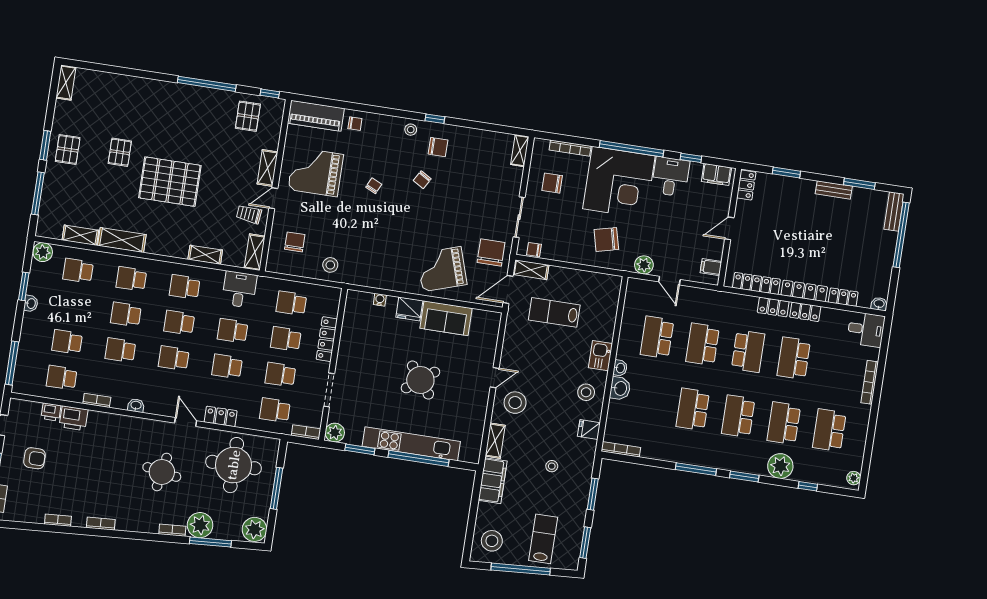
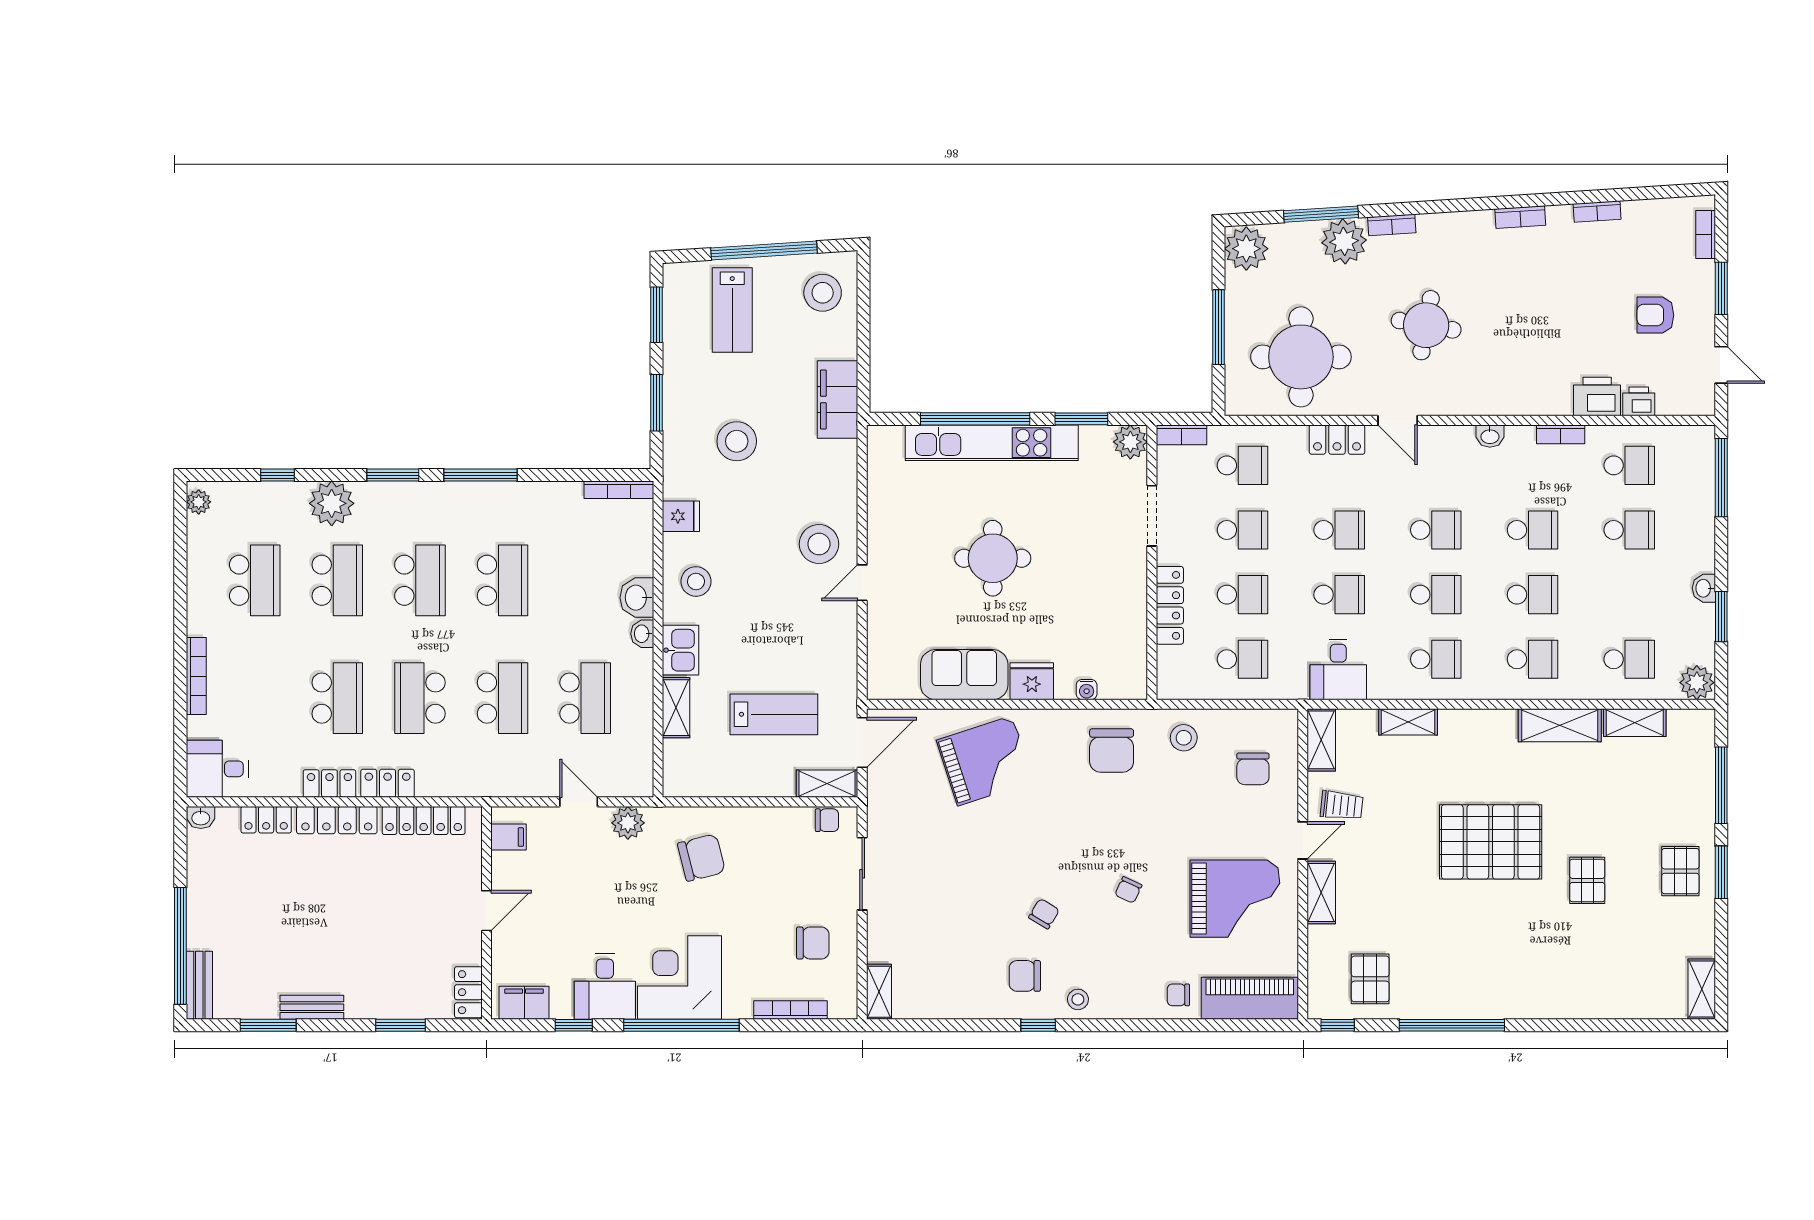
corner desk: (619, 182) -> (680, 977), width x0.74, depth x0.74
chair: (491, 253) -> (1112, 750), moved
round table: (420, 380) -> (993, 558), turned 38
shelving: (495, 441) -> (676, 708), moved
stool: (552, 466) -> (737, 441), width x1.89, depth x1.89

